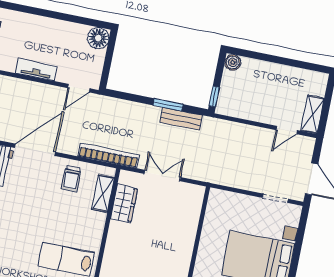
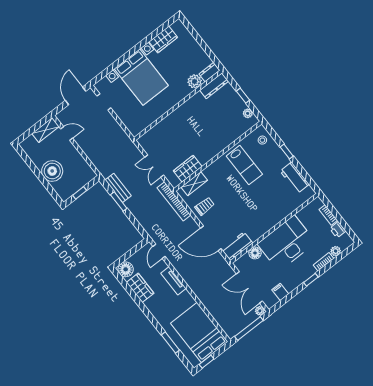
wardrobe: (66, 32) -> (140, 288), added
boiler: (233, 62) -> (52, 171), moved, width x1.86, depth x1.86
door: (79, 88) -> (159, 251), swing flipped
window: (214, 97) -> (80, 193), moved

